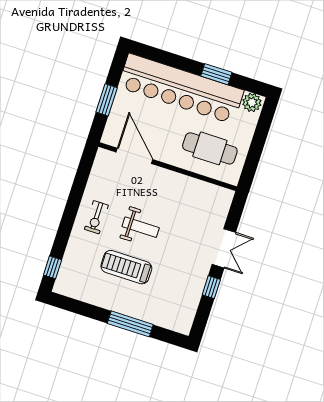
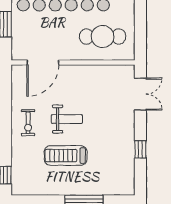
door: (134, 156) -> (43, 63), swing flipped
double door: (224, 248) -> (140, 94), moved

